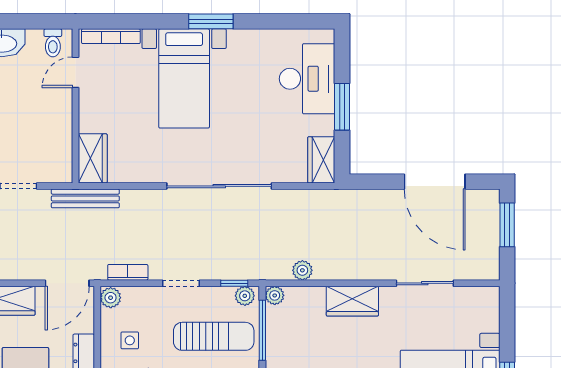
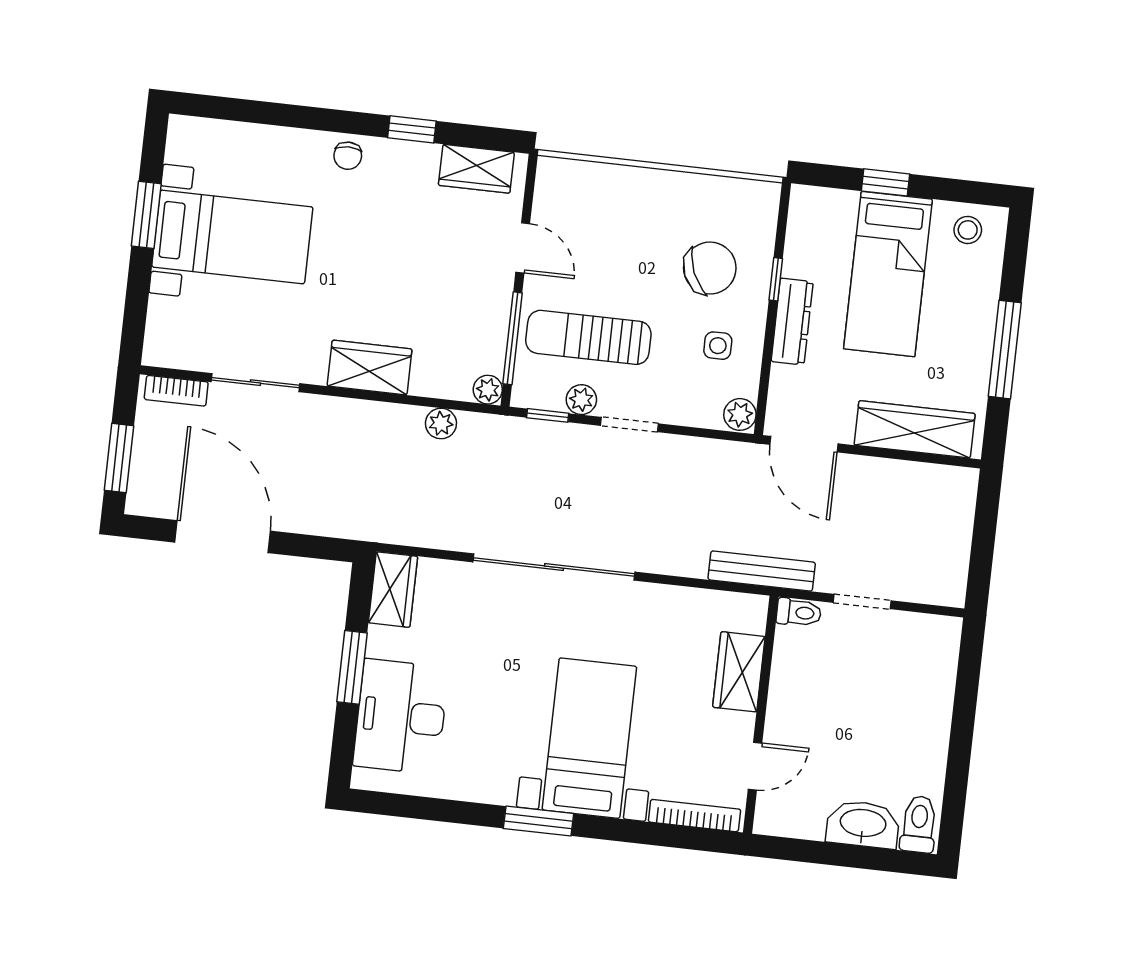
toilet: (53, 43) -> (799, 612), moved, turned 90
wardrobe: (93, 158) -> (739, 672), moved
bookcase: (128, 272) -> (176, 391), moved
door: (67, 283) -> (804, 444), swing flipped
plant: (245, 296) -> (581, 400), moved

